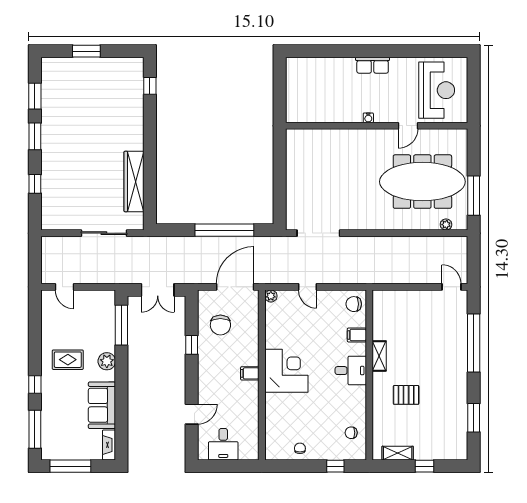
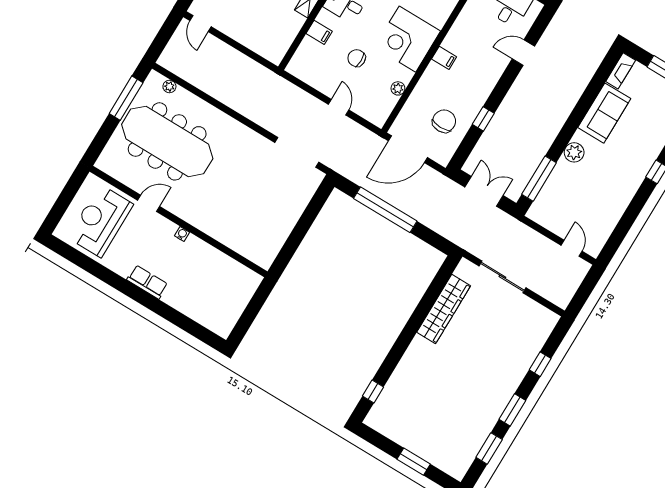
plant: (271, 296) -> (398, 88), moved
chair: (354, 304) -> (357, 58), moved, turned 180
rug: (68, 360) -> (611, 177), removed

